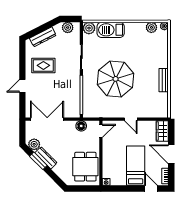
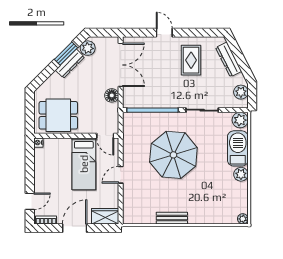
plant: (151, 27) -> (241, 174), moved
floor lamp: (81, 126) -> (112, 95), moved
bed: (136, 166) -> (84, 164), moved, turned 90

